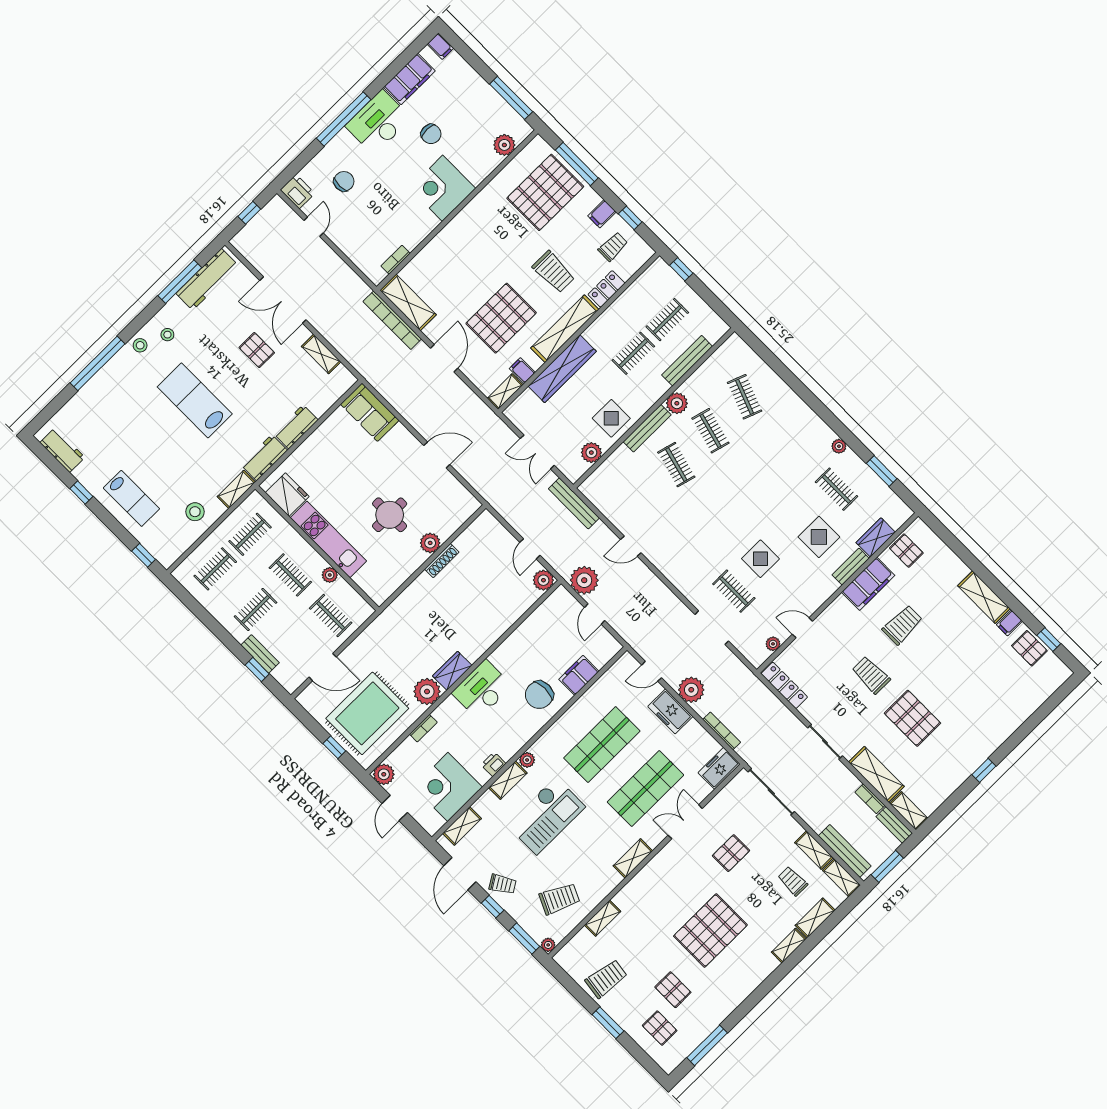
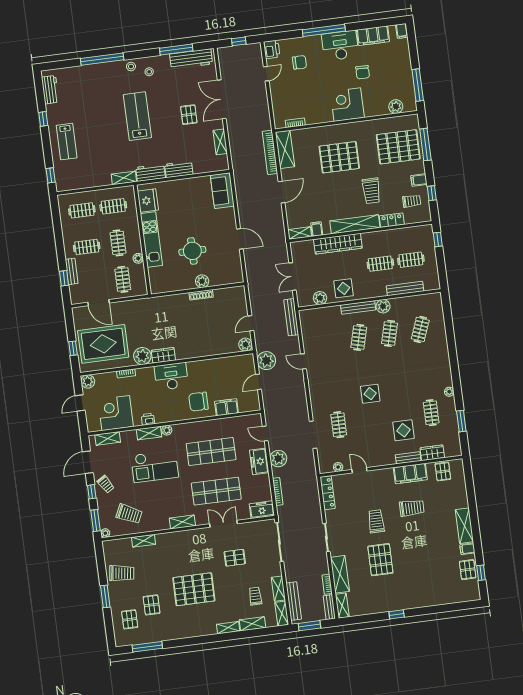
pallet: (501, 318) -> (339, 157), moved
stool: (195, 512) -> (94, 173), removed
display table: (760, 559) -> (370, 394), moved

